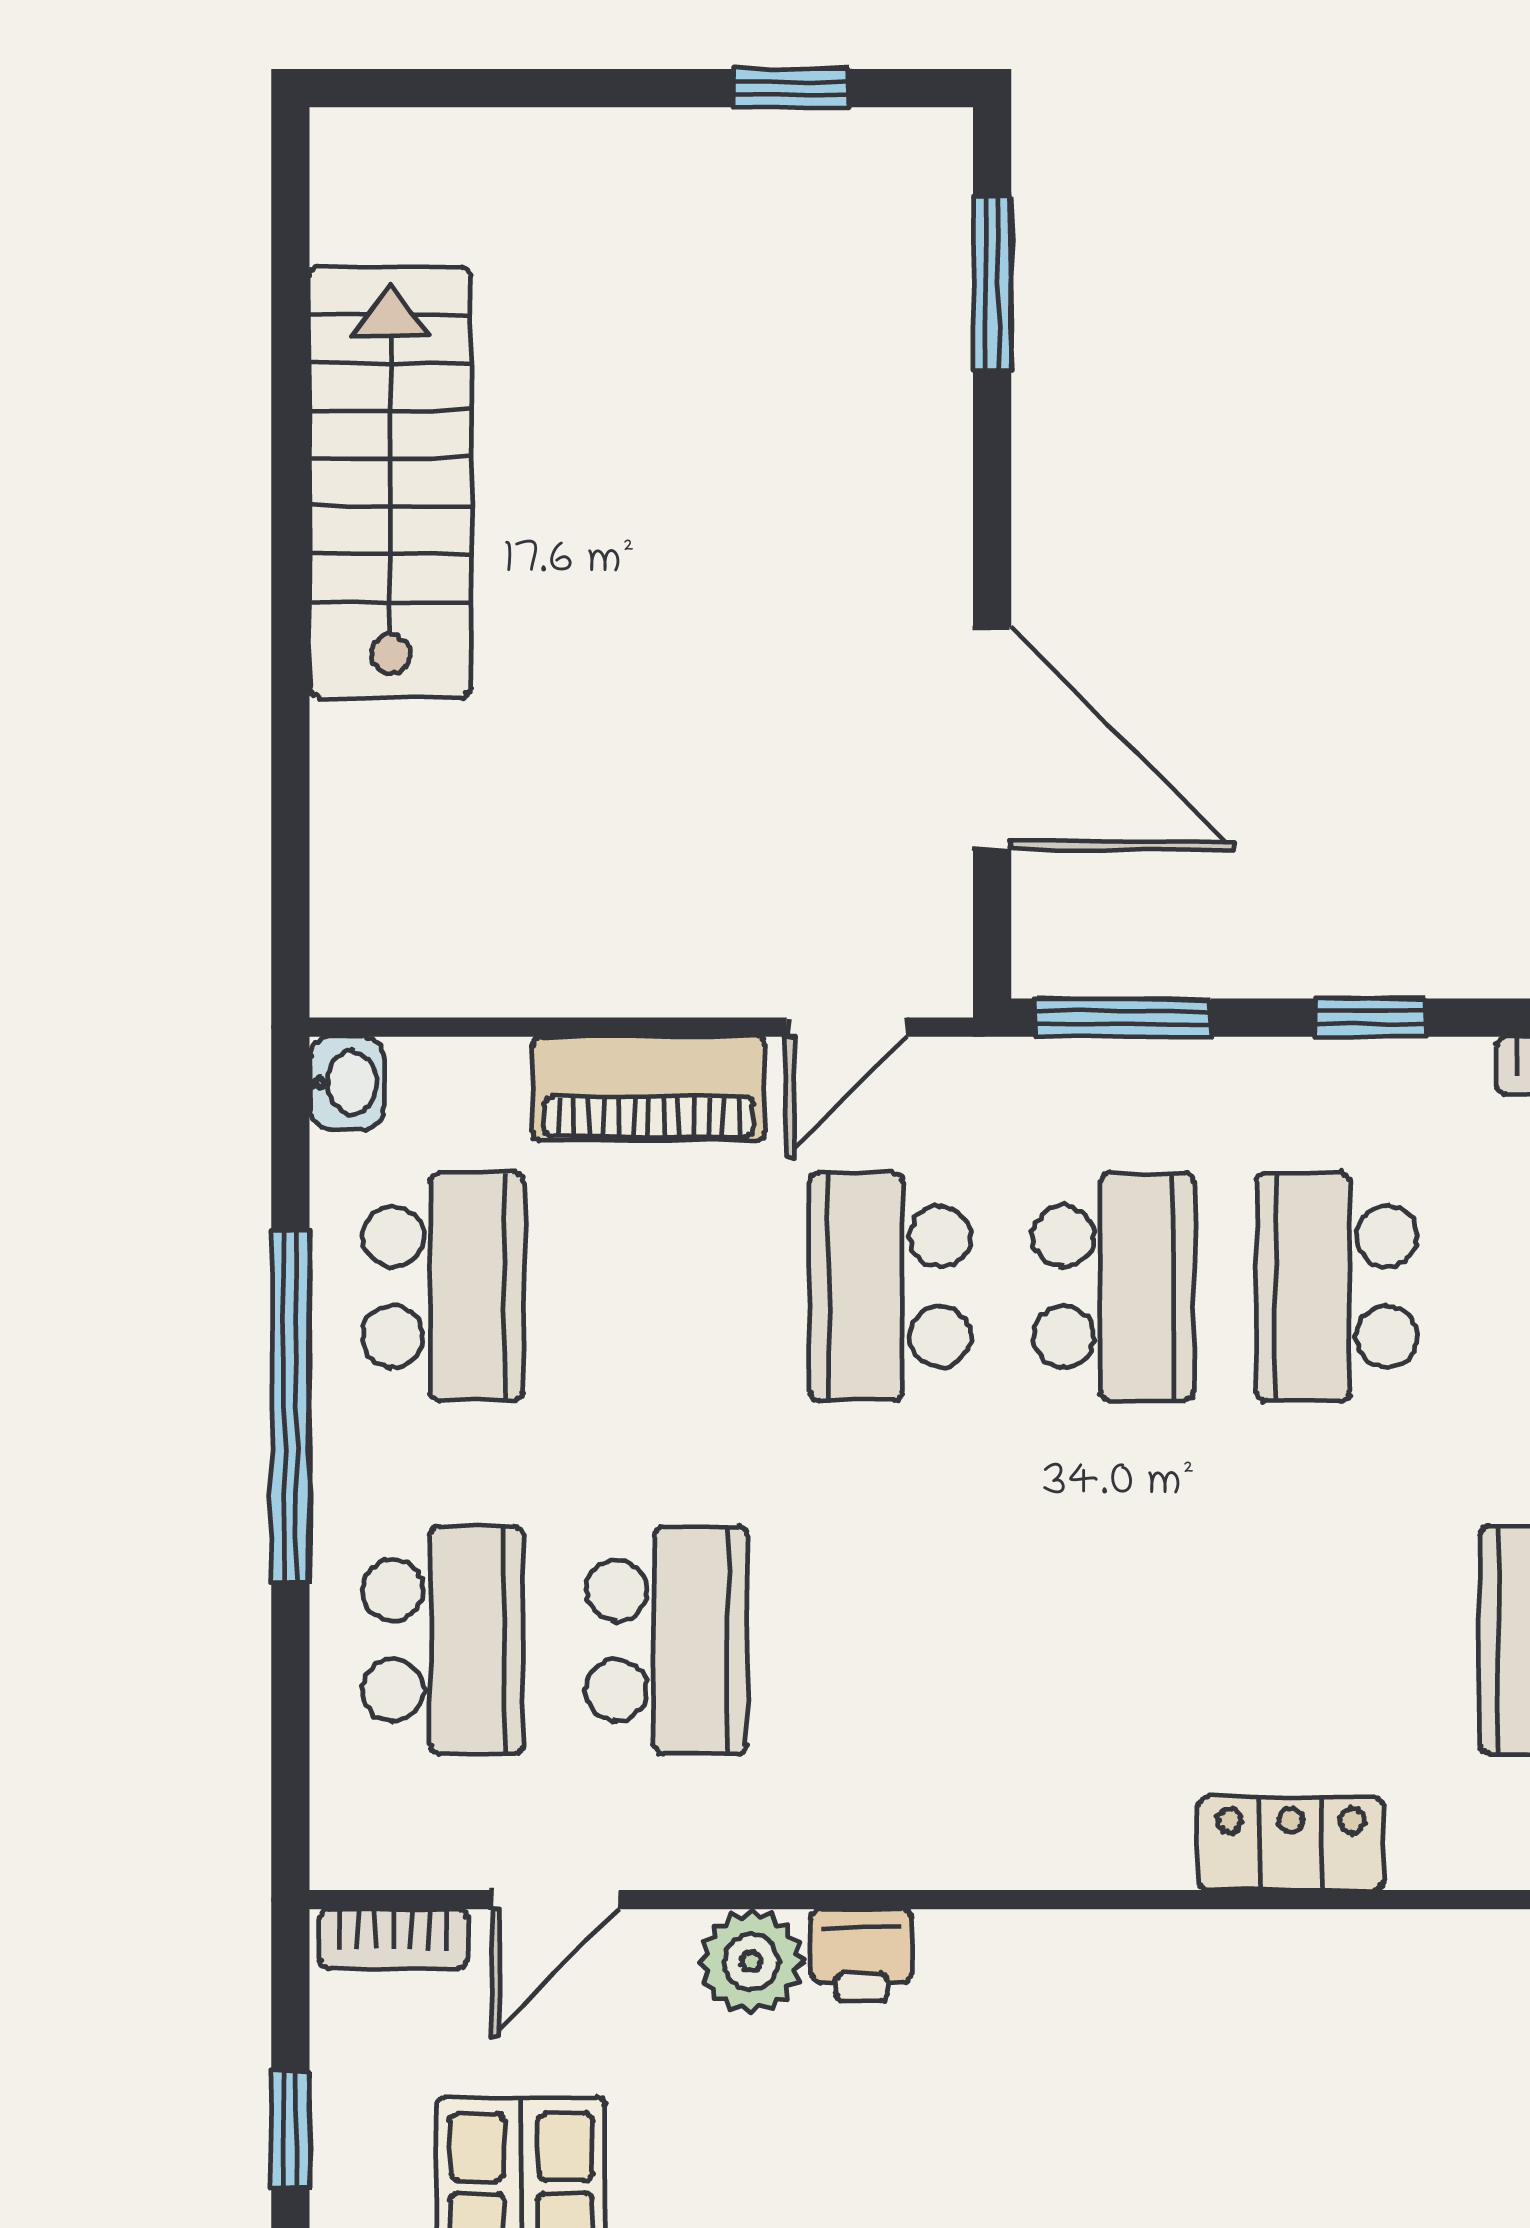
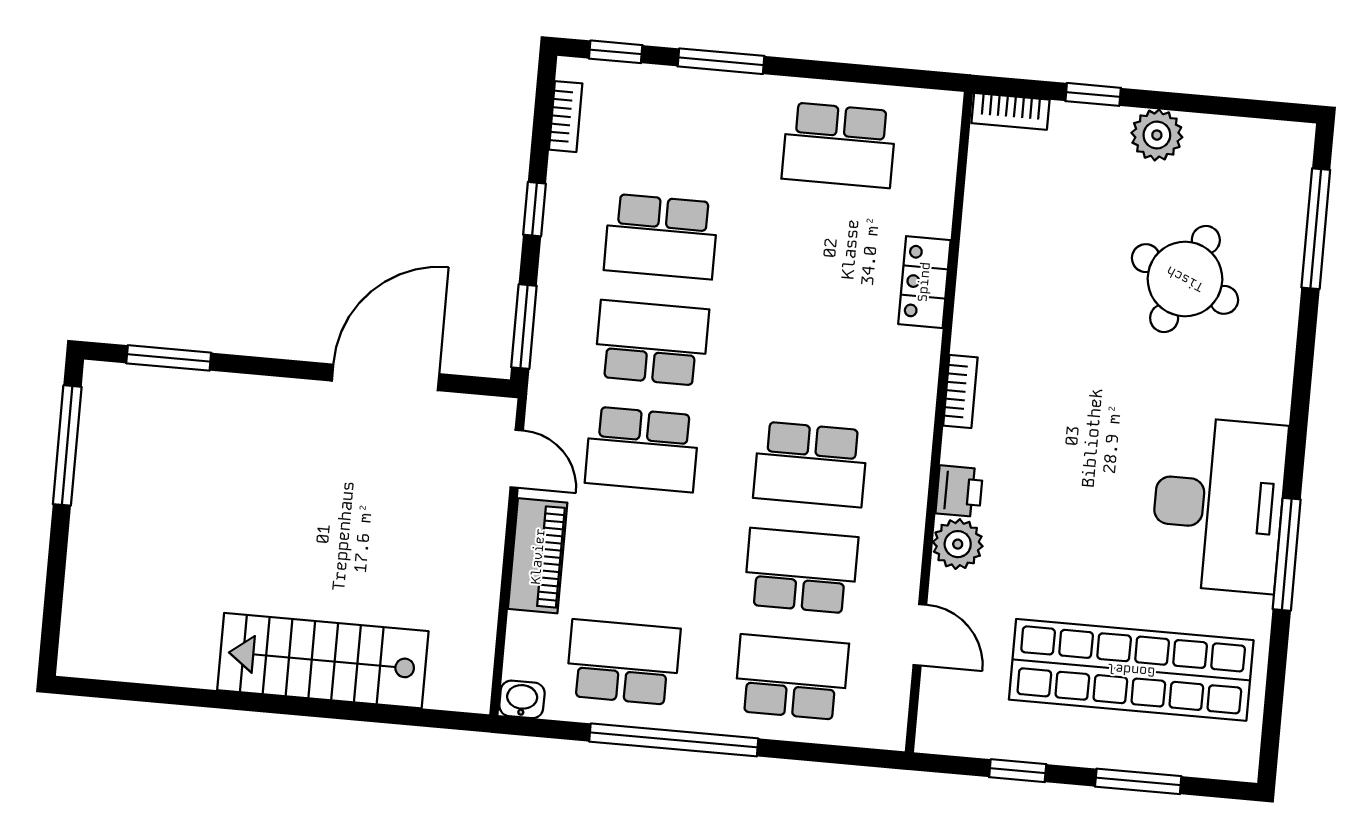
window: (791, 88) -> (67, 445), width x2.17
stairs: (390, 482) -> (323, 661), moved
school desk: (890, 1640) -> (811, 464), added
bookcase: (394, 1939) -> (960, 392), moved

